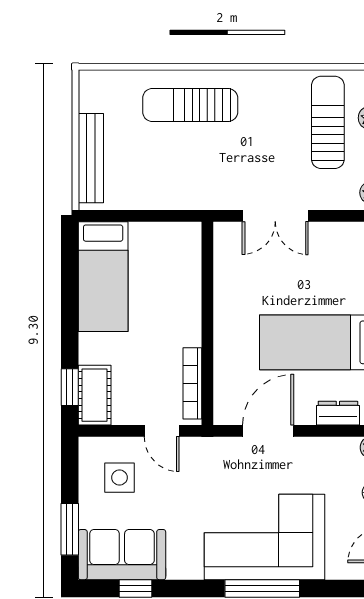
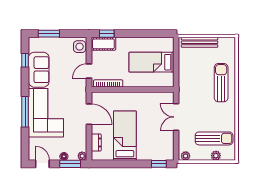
bed: (103, 277) -> (151, 62), moved
side table: (119, 478) -> (80, 47), moved
sofa: (122, 555) -> (39, 70), moved

